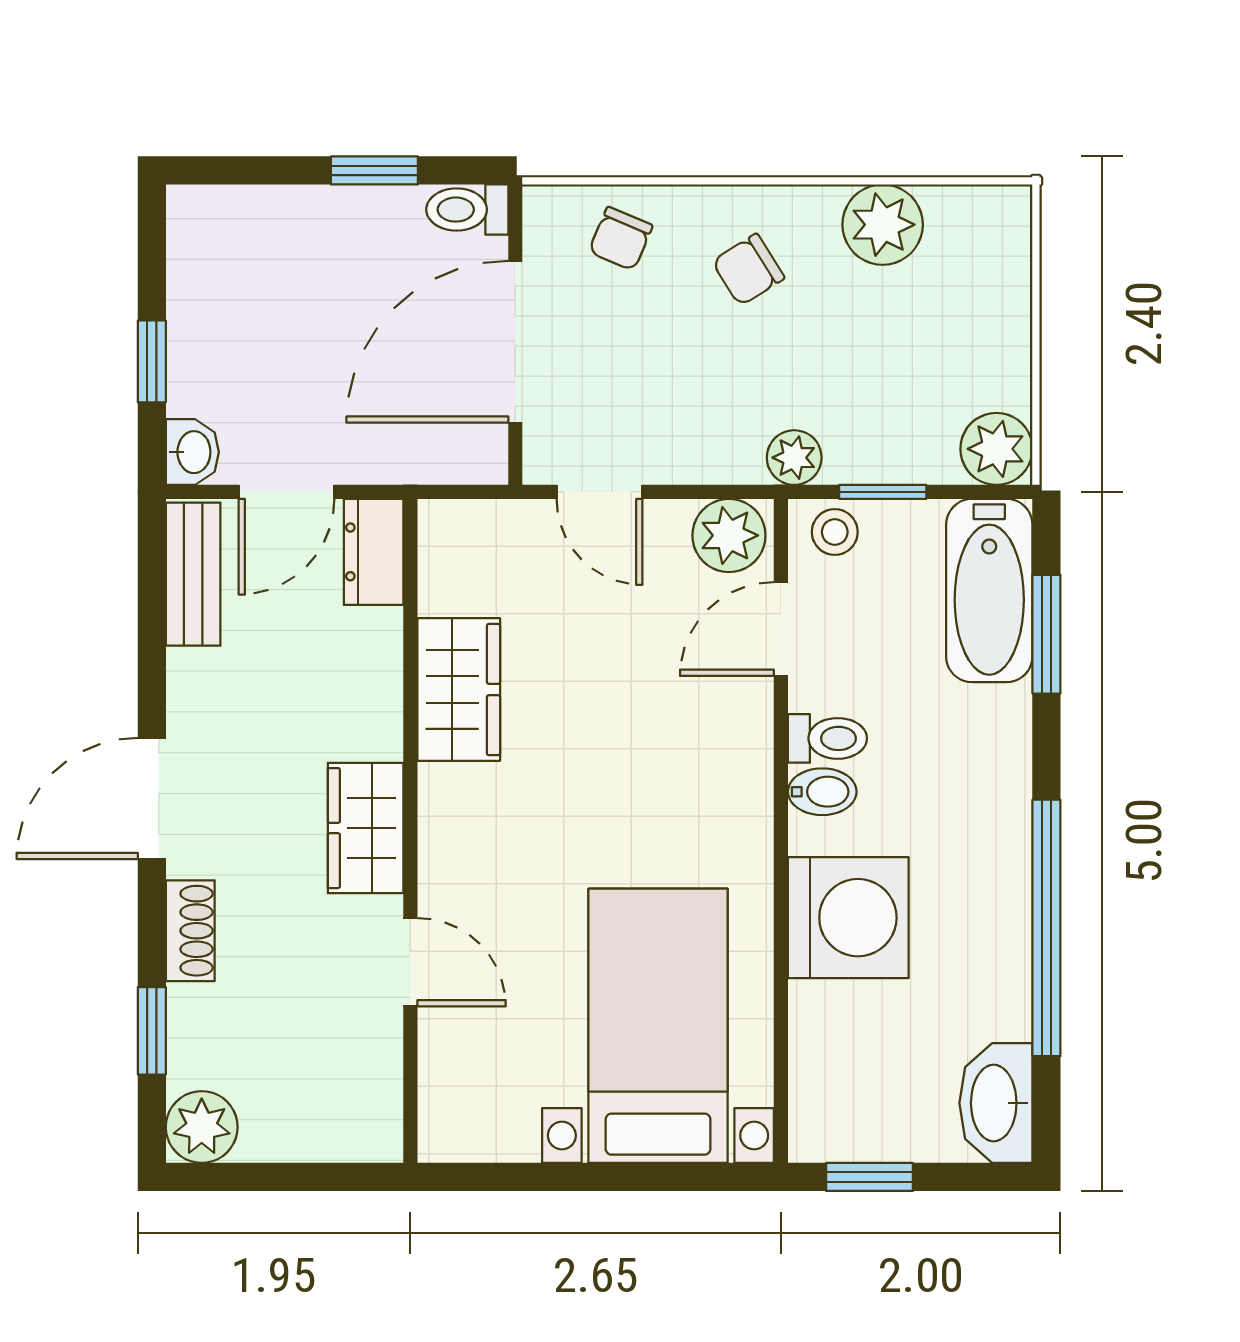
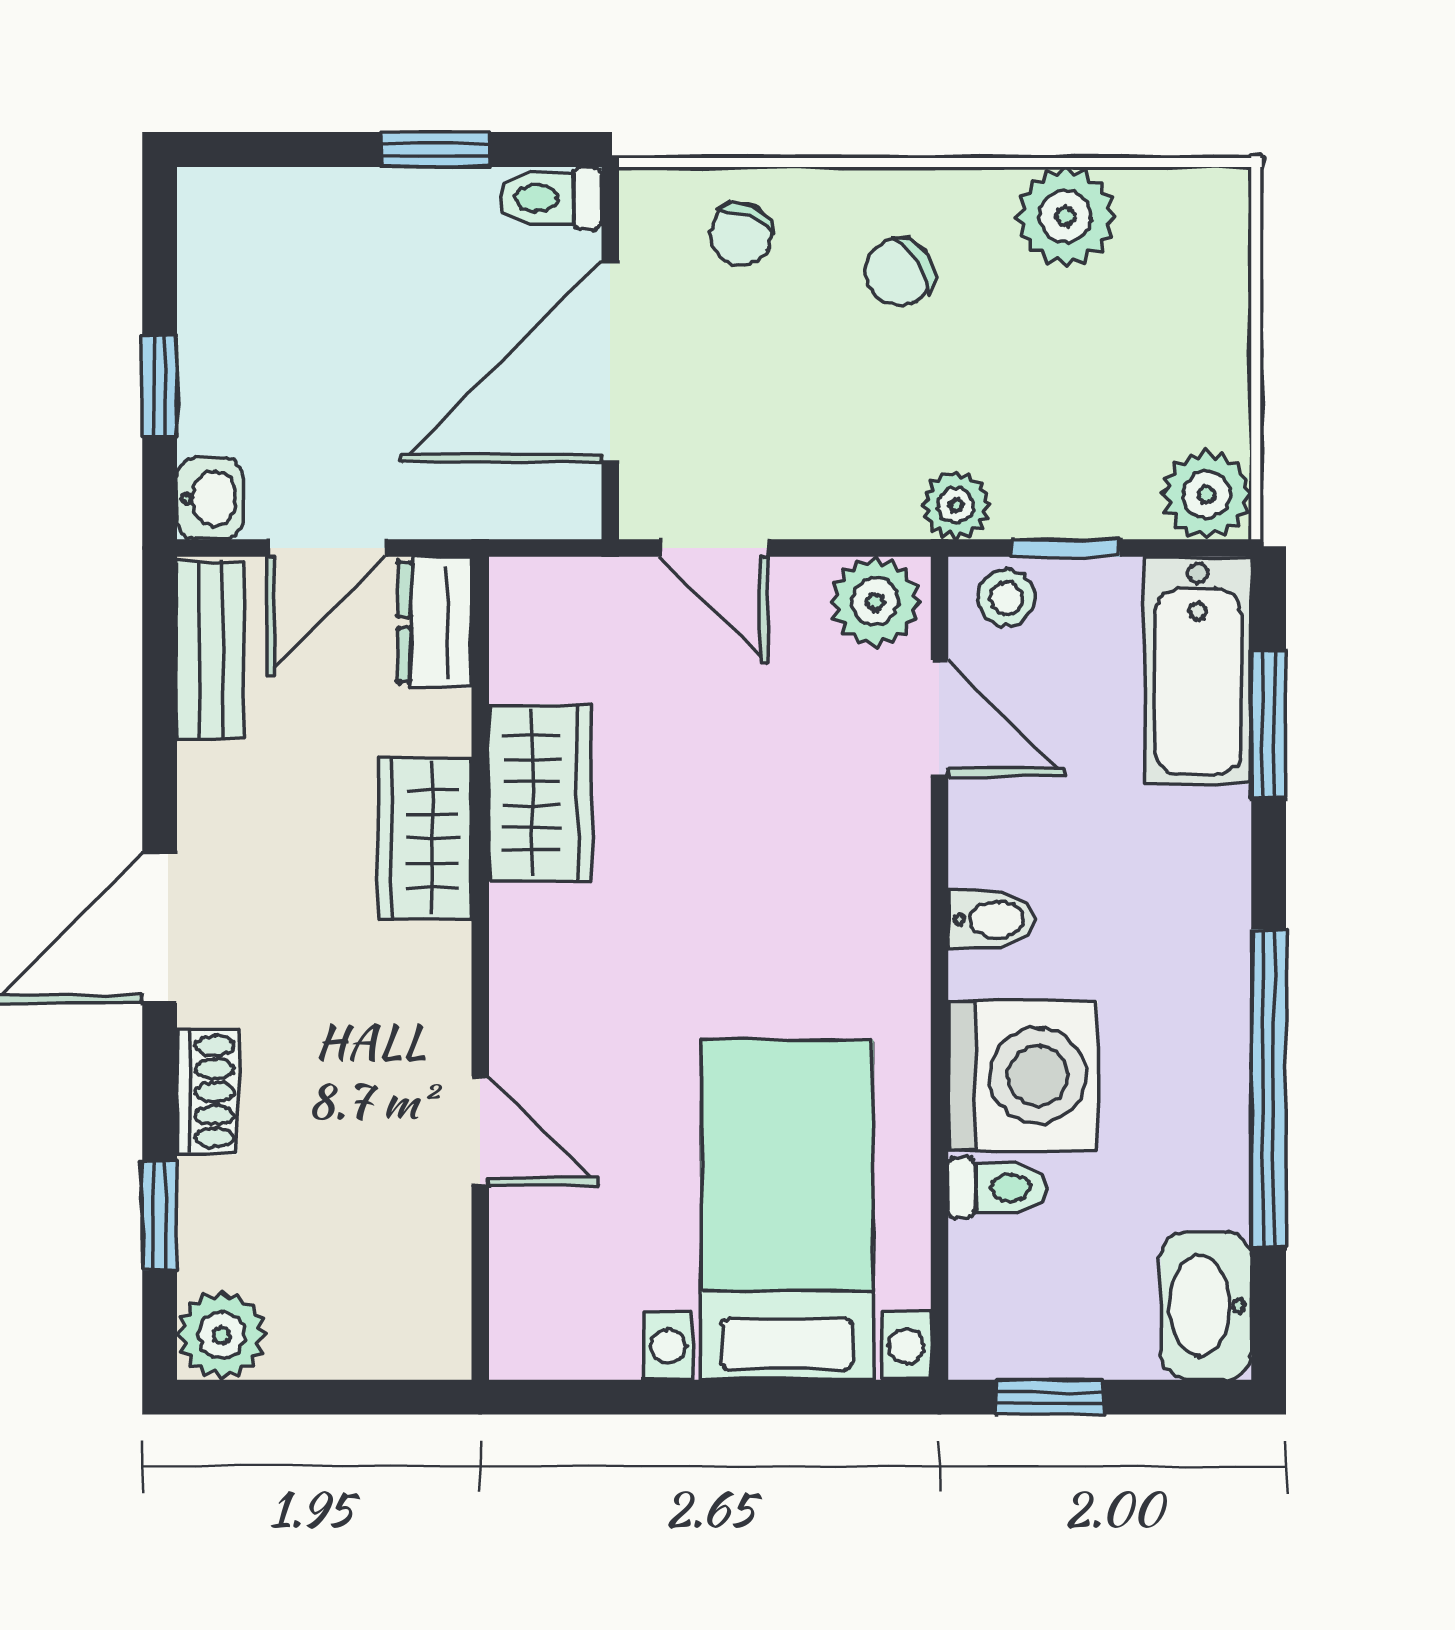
door: (781, 629) -> (939, 718), swing flipped
toilet: (827, 738) -> (997, 1188), moved
wardrobe: (366, 828) -> (425, 839), moved

